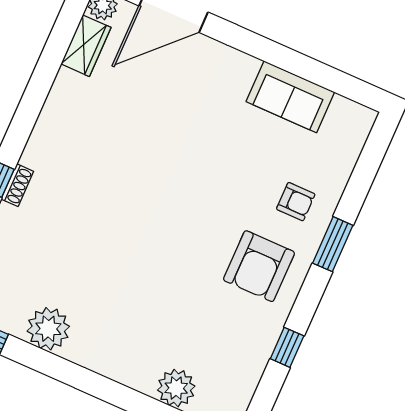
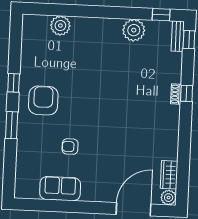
armchair: (296, 202) -> (70, 147), moved
window: (287, 347) -> (14, 83), moved

